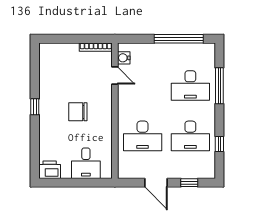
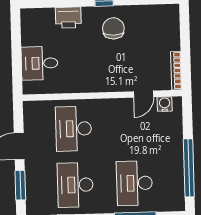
chair: (78, 112) -> (113, 28), moved
printer: (50, 170) -> (68, 18), moved, turned 90
window: (189, 183) -> (20, 185), width x1.50

